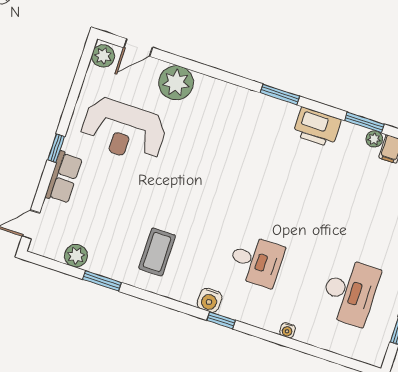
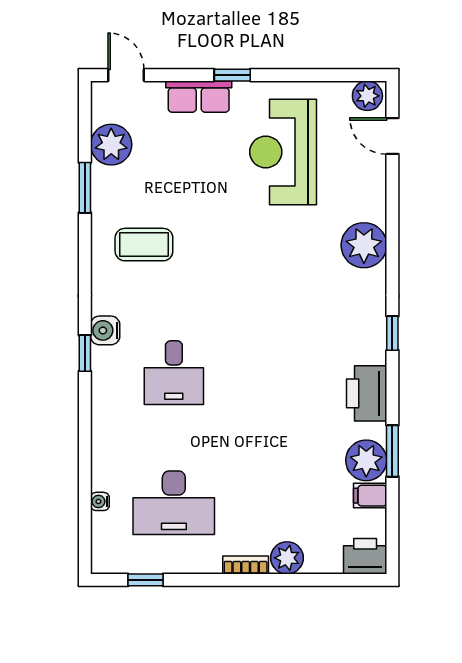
plant: (176, 83) -> (364, 245), moved
window: (280, 94) -> (392, 333), width x0.67
plant: (374, 139) -> (366, 460), width x1.88, depth x1.88
plant: (76, 256) -> (111, 145), width x1.36, depth x1.36
water cooler: (287, 330) -> (100, 501), moved

